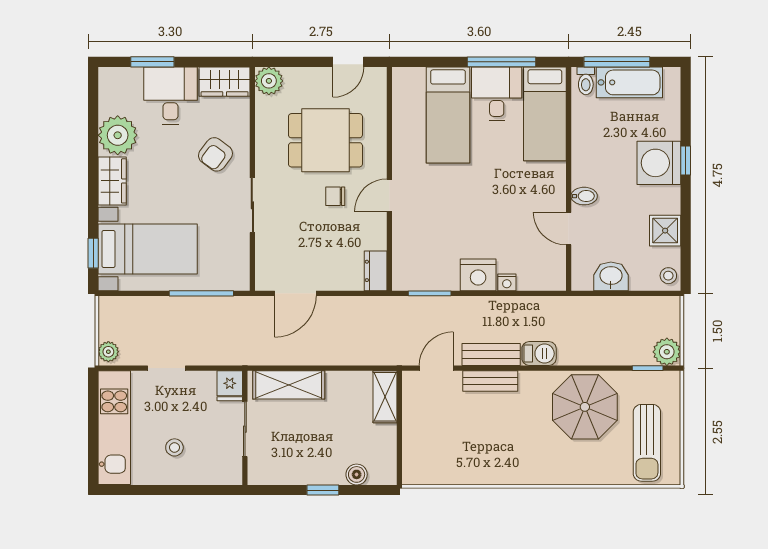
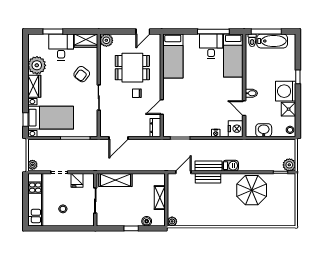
bed: (448, 115) -> (173, 56), moved
washing machine: (659, 163) -> (286, 91), moved
door: (389, 195) -> (162, 107), moved
nightstand: (478, 275) -> (236, 129), moved, turned -90
fridge: (230, 386) -> (77, 180), moved
shelving: (385, 397) -> (160, 198), moved
sun lounger: (647, 443) -> (280, 207), removed
plant: (412, 475) -> (172, 221), added

